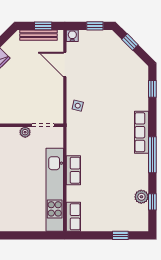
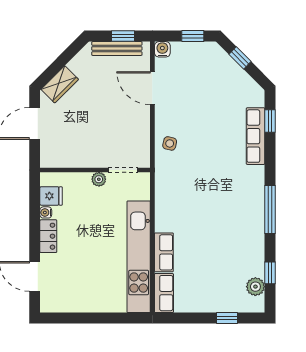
row of seats: (142, 132) -> (256, 136), moved
row of seats: (73, 170) -> (164, 252), moved
plant: (141, 197) -> (255, 287), moved

